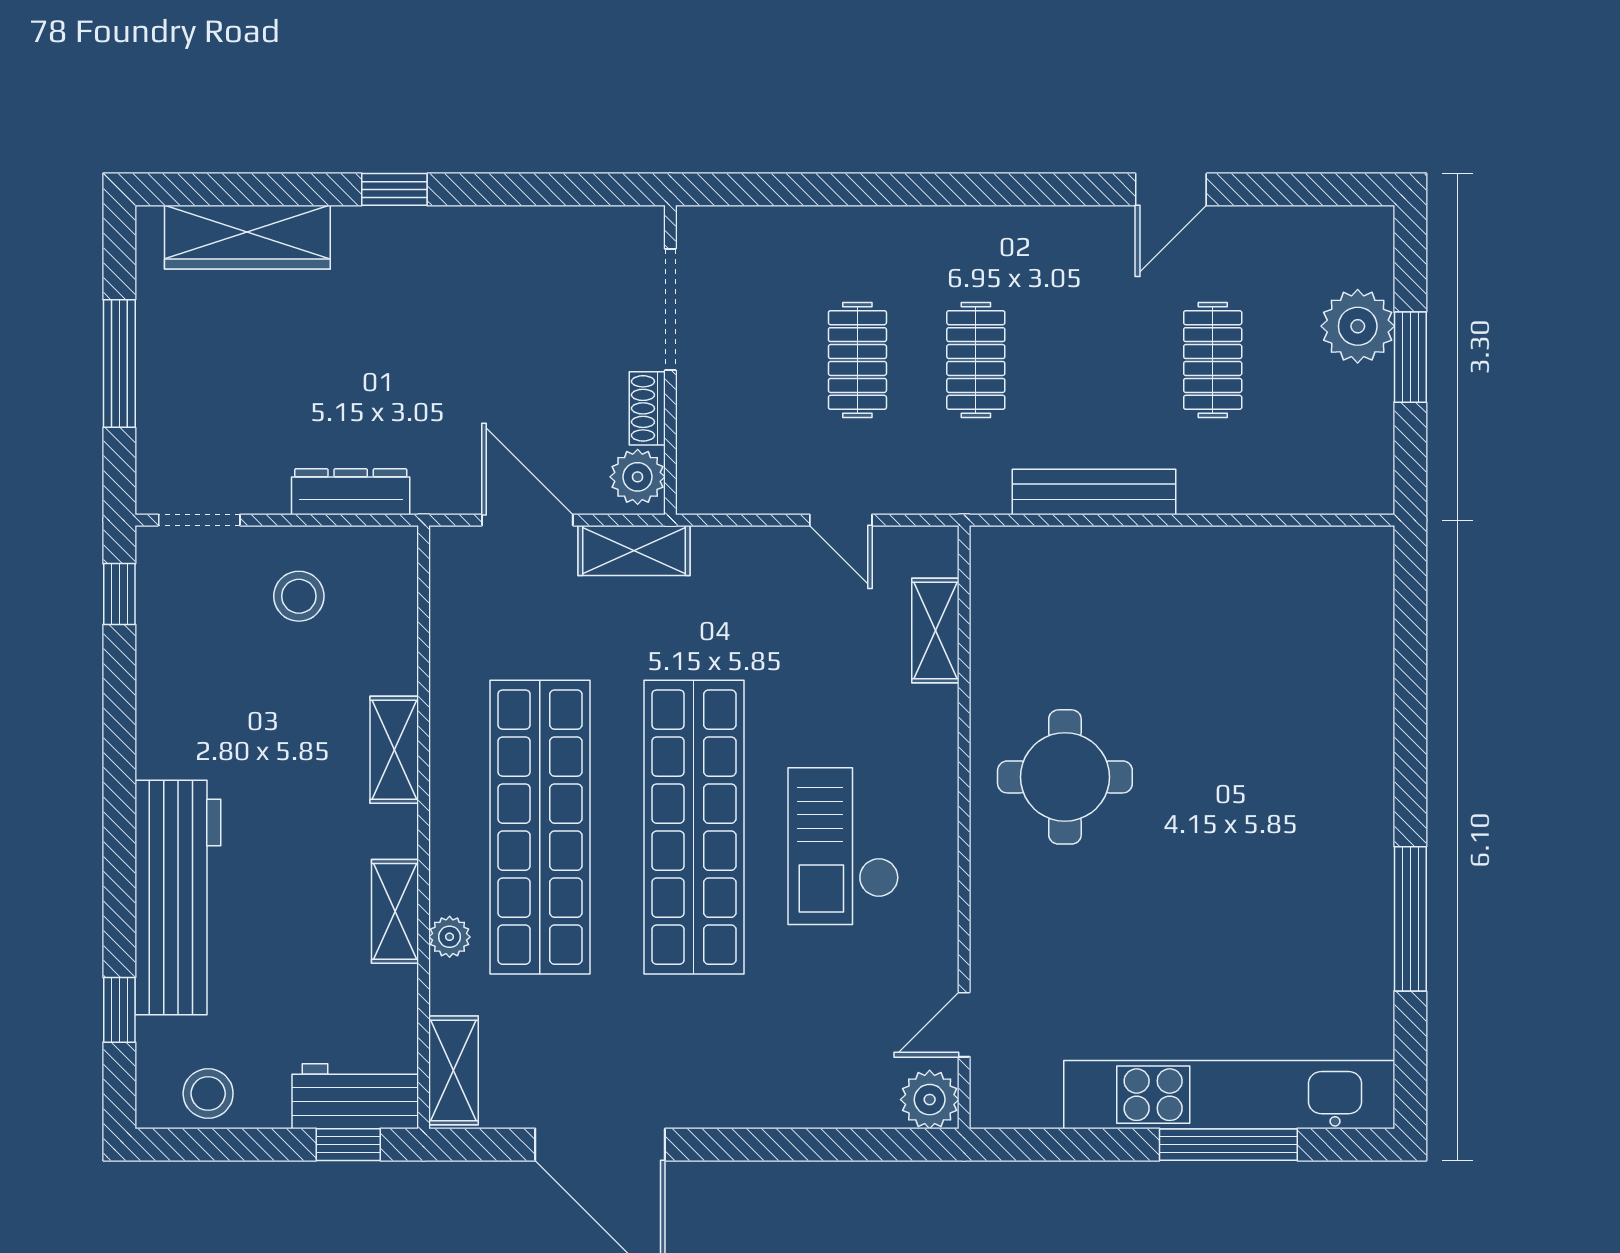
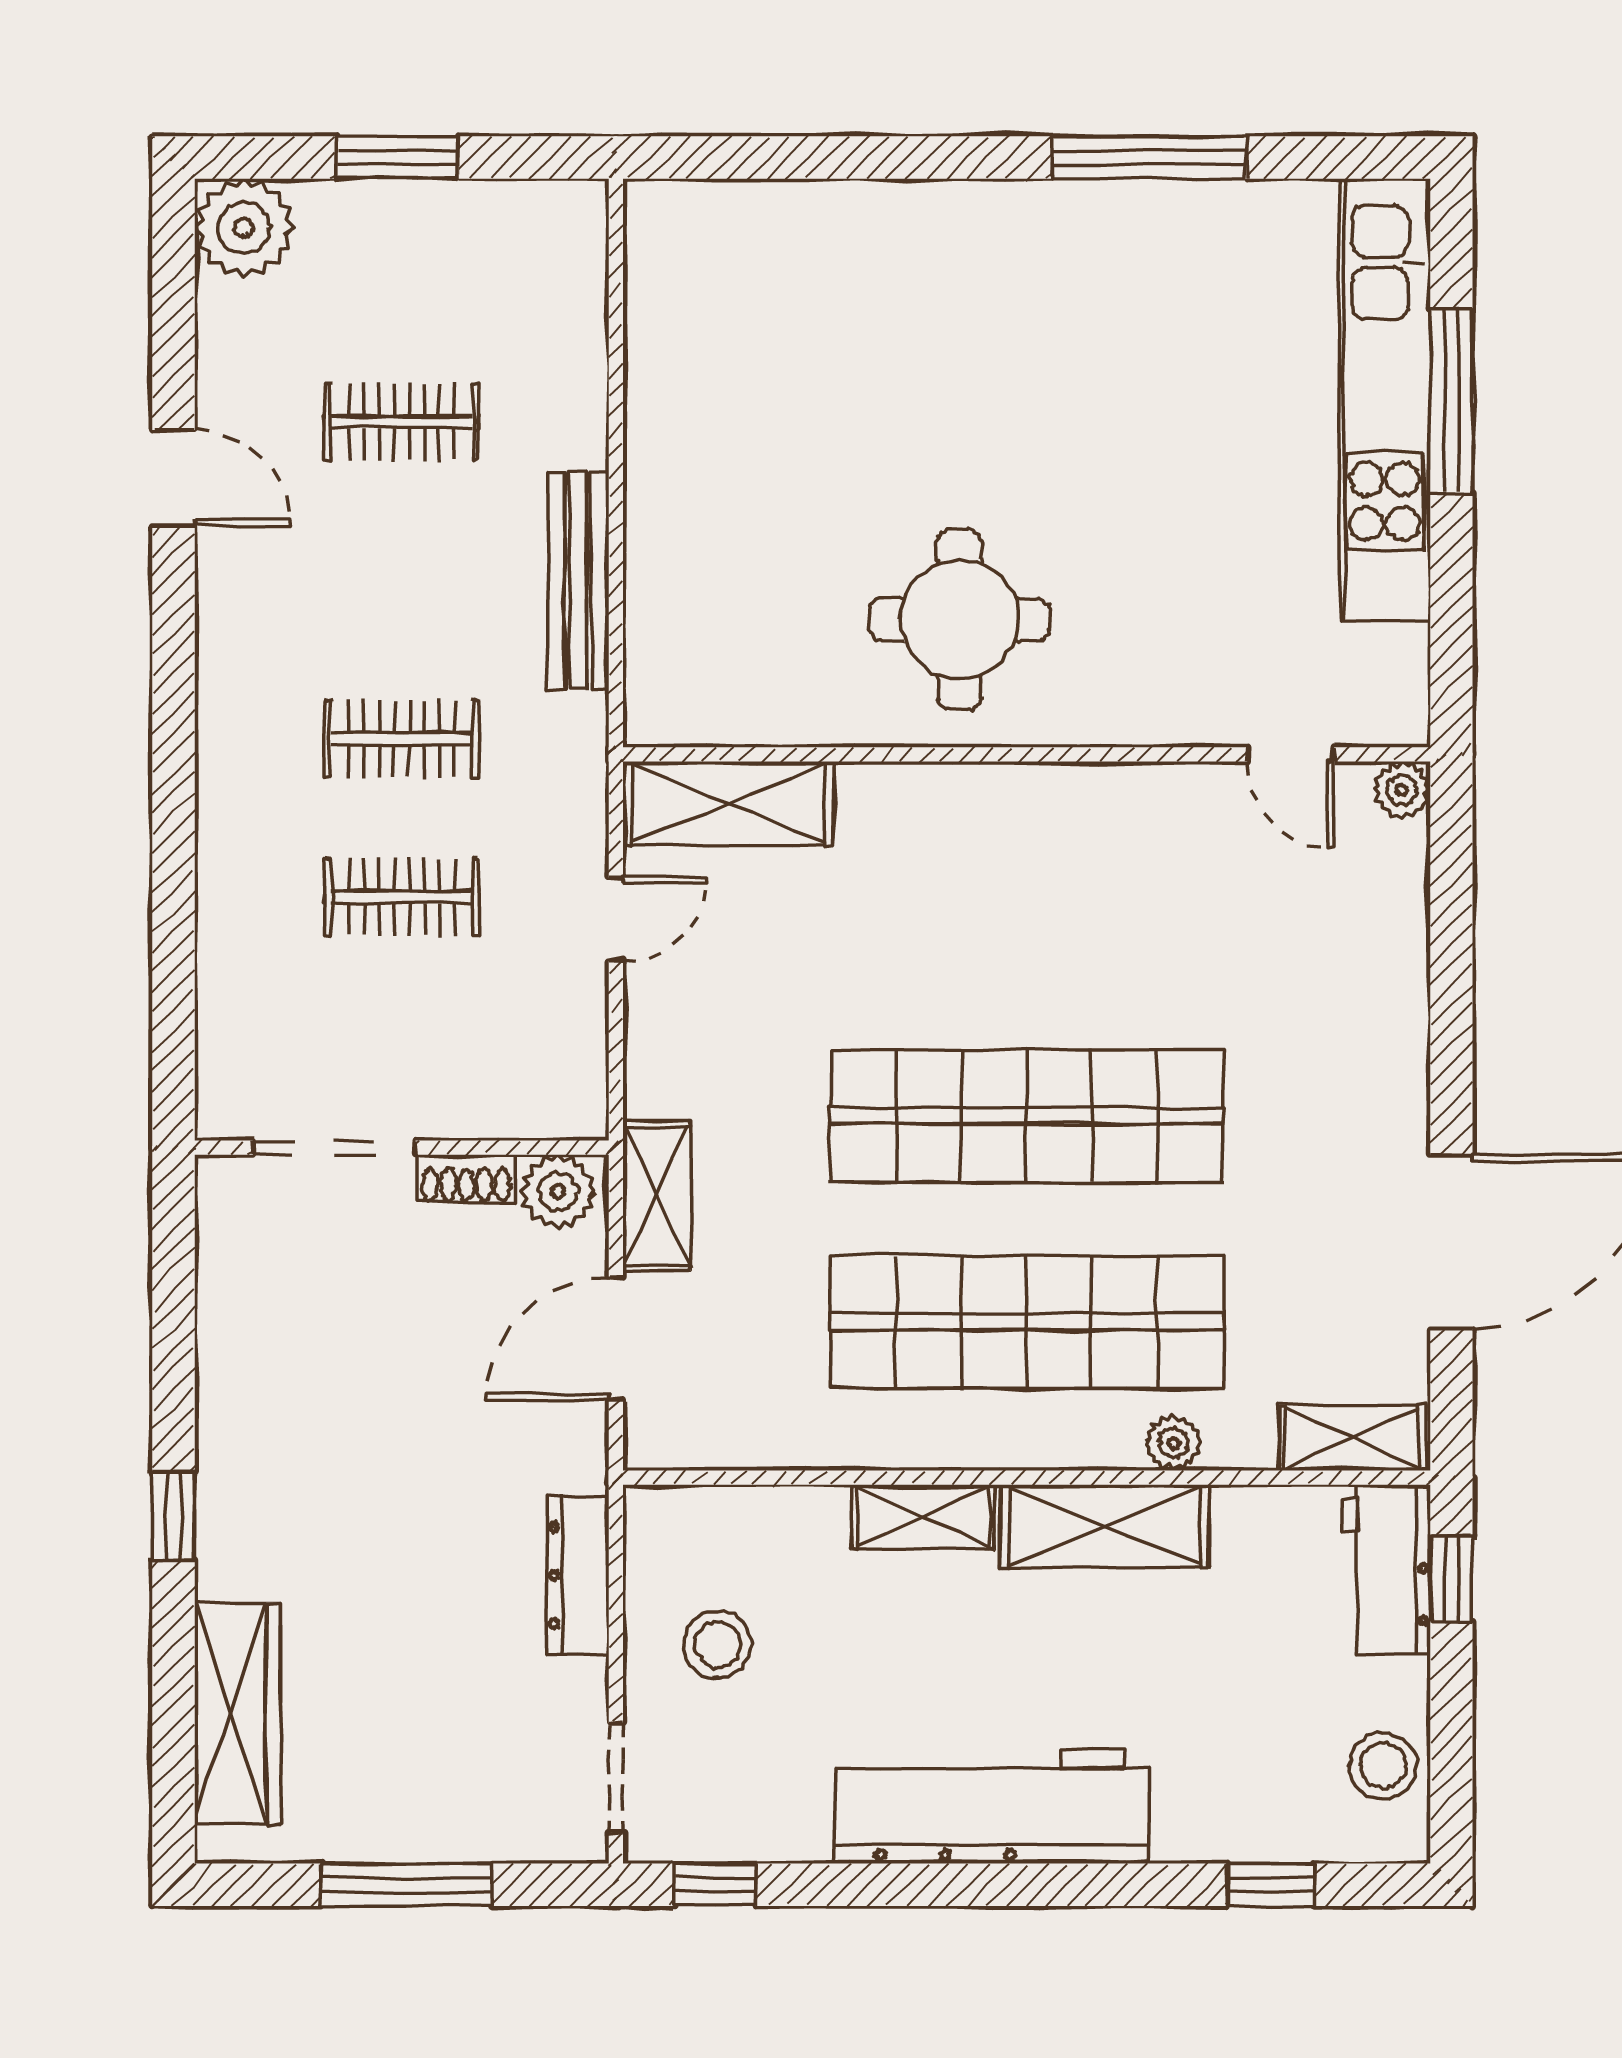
plant: (1358, 326) -> (244, 228), moved
shelving: (935, 631) -> (729, 803), width x1.50, depth x1.33
checkout: (843, 846) -> (1052, 916), removed
workbench: (178, 898) -> (992, 1806), moved
shelving: (395, 911) -> (1105, 1526), width x1.50, depth x1.33
plant: (930, 1100) -> (1402, 790), width x0.73, depth x0.73

